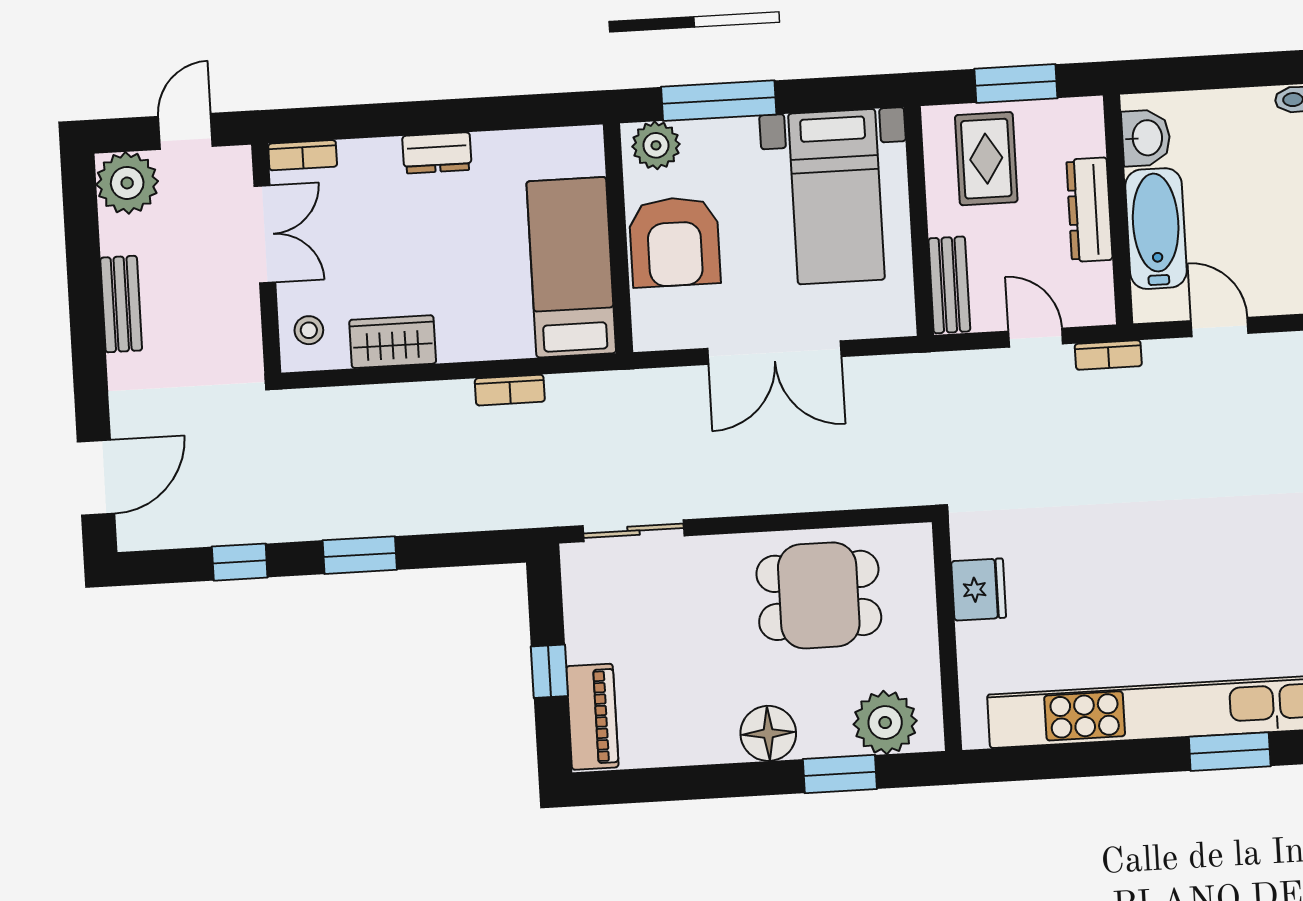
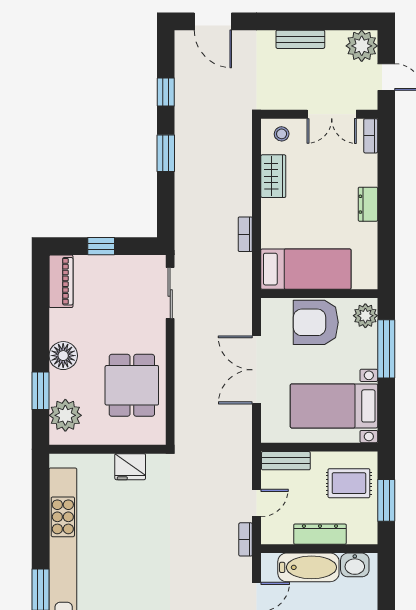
piano: (592, 717) -> (61, 281), moved, turned -90

